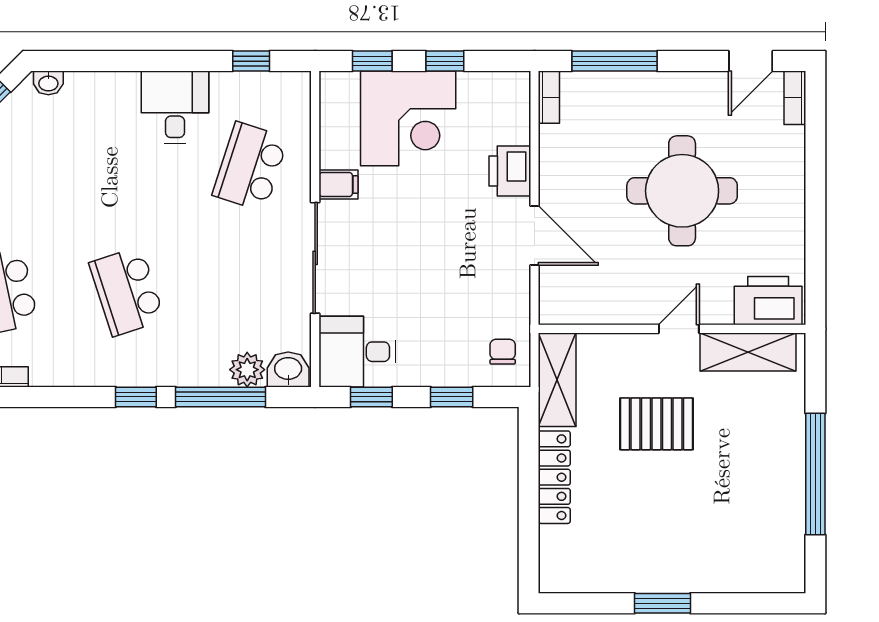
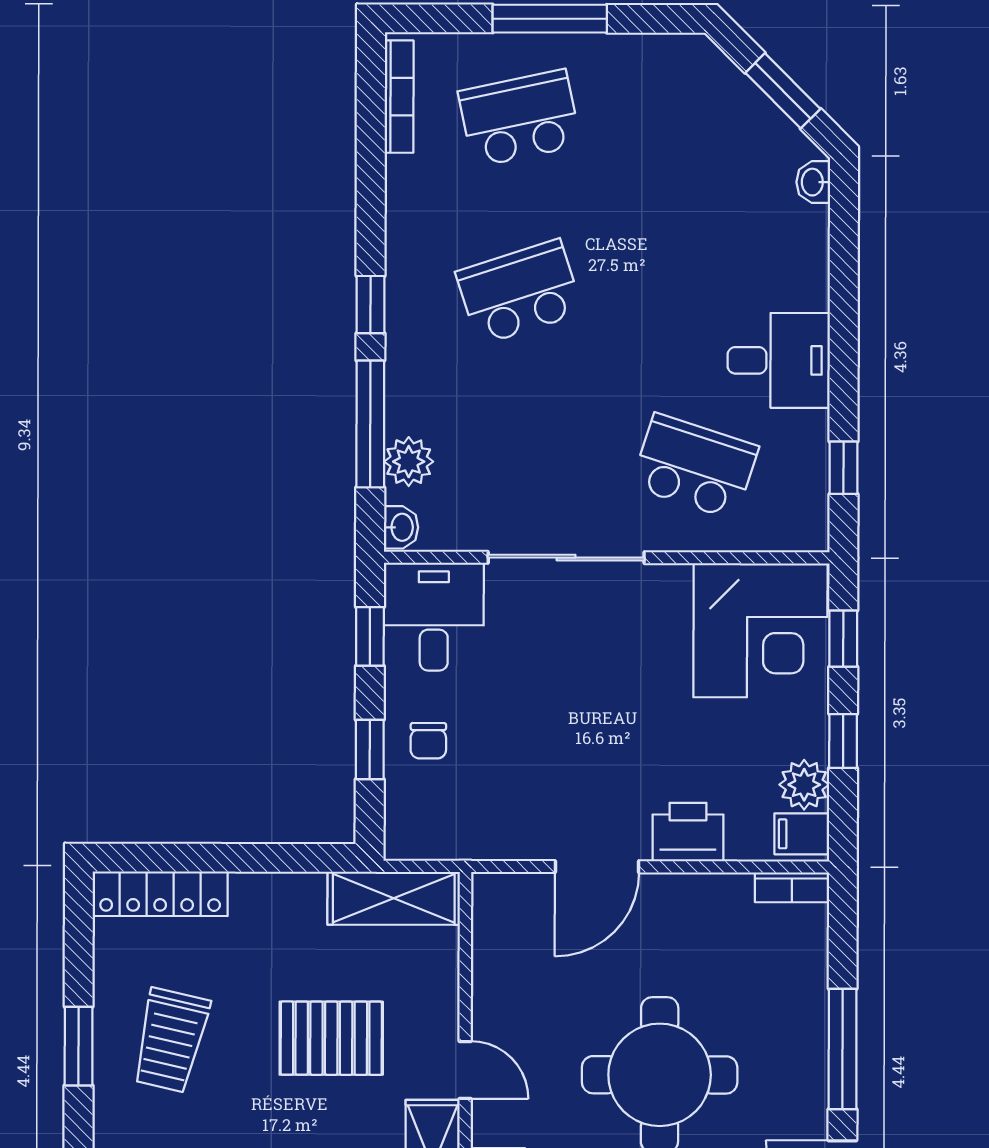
window: (615, 61) -> (843, 1049), moved
plant: (476, 89) -> (804, 785), added
corner desk: (408, 118) -> (760, 630), moved, turned -90
filing cabinet: (338, 184) -> (802, 834), moved, turned 90
chair: (503, 352) -> (428, 741), moved, turned 90
washbasin: (288, 370) -> (401, 527), width x0.72, depth x0.69
pallet: (657, 424) -> (331, 1038), turned 90
locker: (554, 477) -> (160, 894), moved
trolley: (658, 538) -> (171, 1040), added

